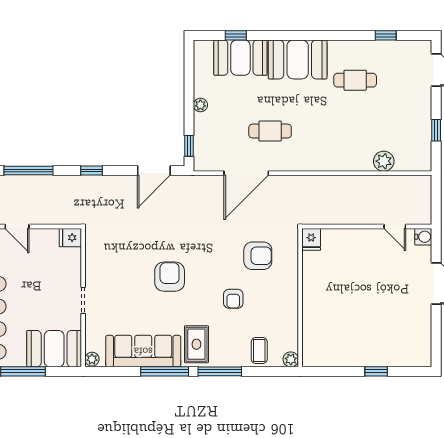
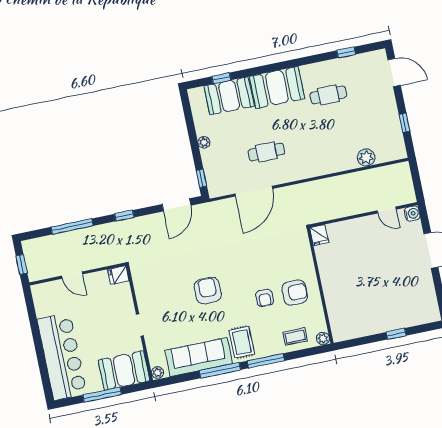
armchair: (258, 256) -> (295, 293), moved
coffee table: (259, 351) -> (295, 337), turned 90

